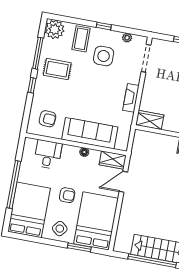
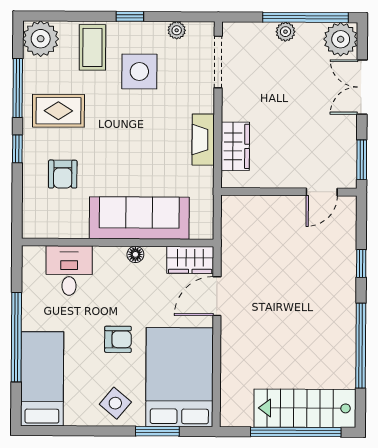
armchair: (48, 119) -> (63, 174), moved, turned 86
wardrobe: (150, 120) -> (235, 146), moved, turned 90
bed: (29, 210) -> (42, 379), width x0.67

